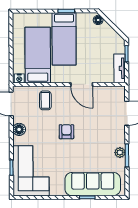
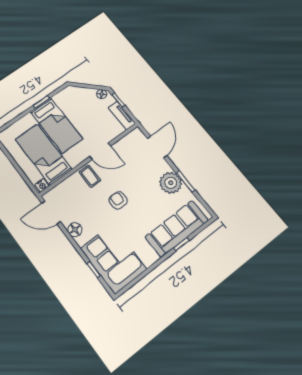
floor lamp: (98, 20) -> (102, 94), moved
coffee table: (45, 100) -> (90, 176), moved
plant: (120, 153) -> (171, 183), width x1.88, depth x1.88

